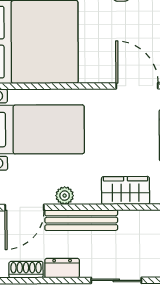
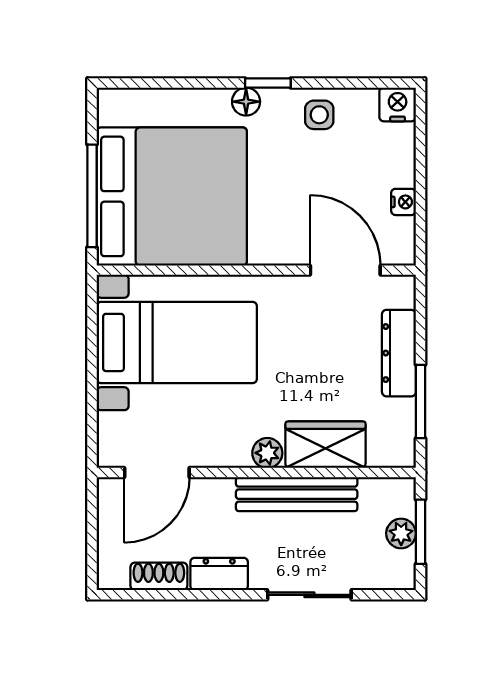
plant: (65, 196) -> (267, 453), moved
bench: (81, 220) -> (297, 494), moved

